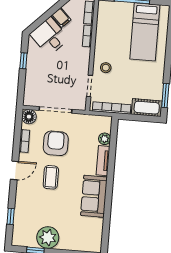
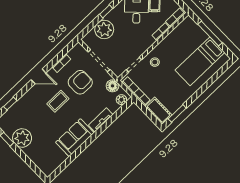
plant: (36, 78) -> (104, 29), added
floor lamp: (29, 117) -> (113, 86), moved
plant: (105, 139) -> (121, 100), moved

